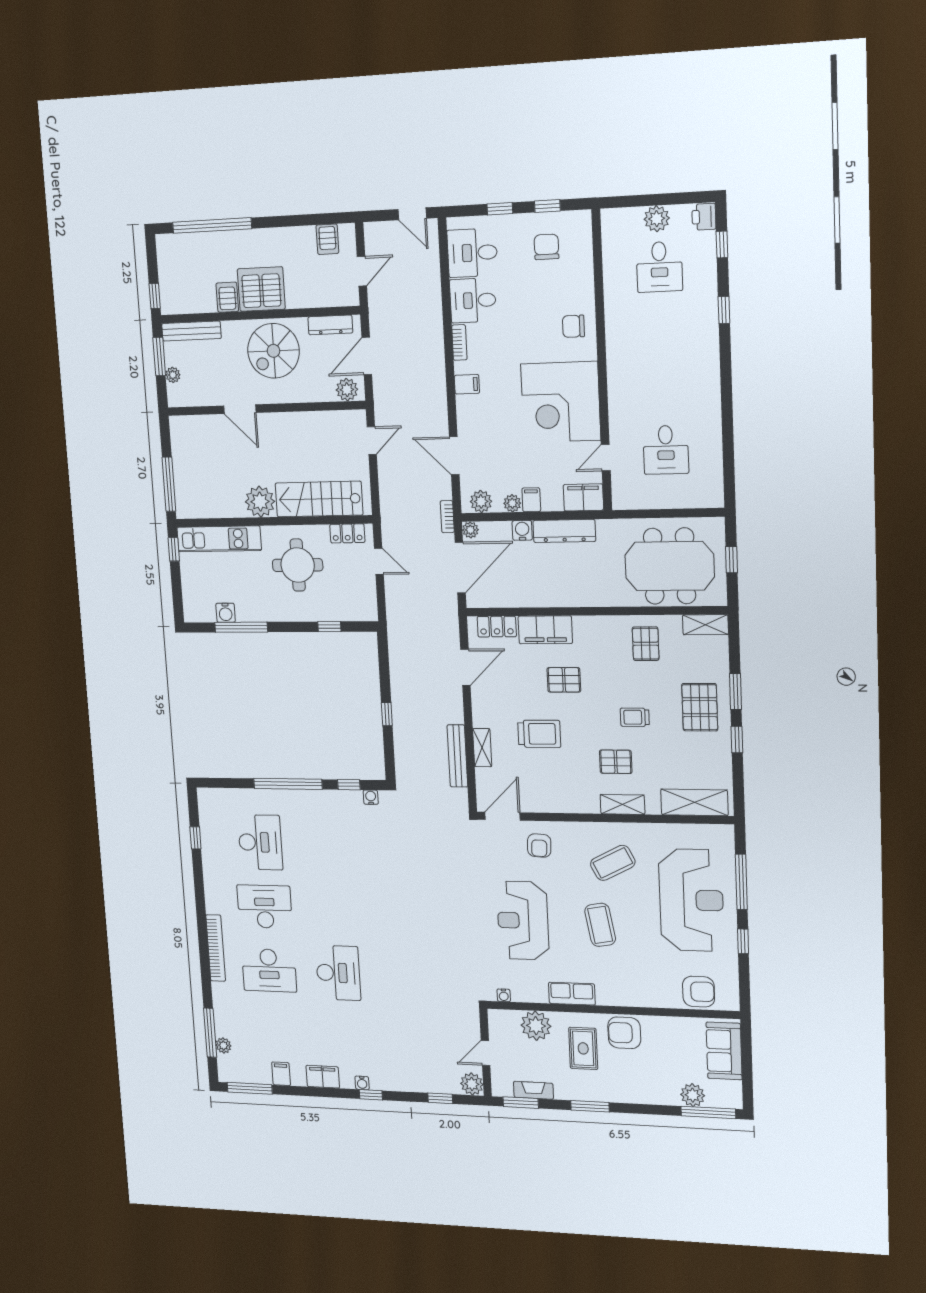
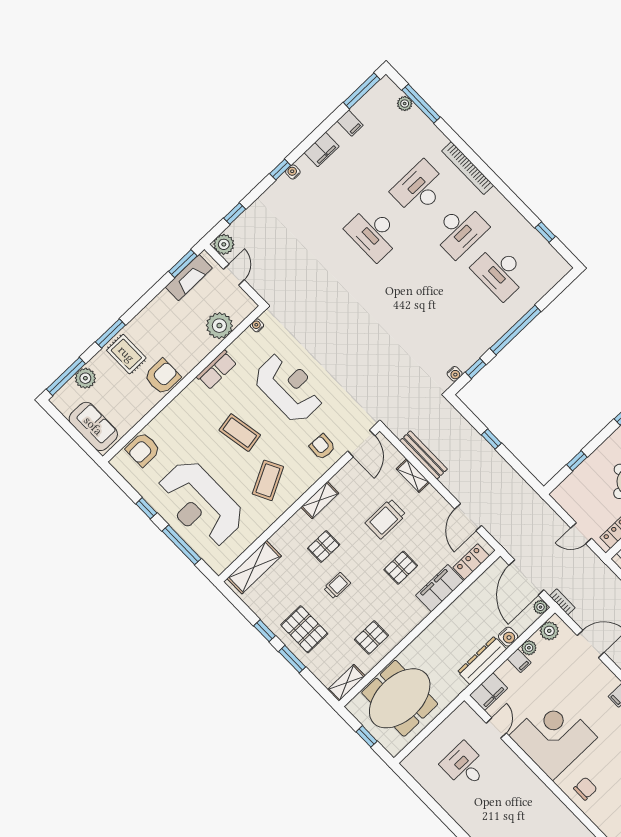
pallet: (646, 644) -> (371, 637), turned 90
shelving: (623, 804) -> (320, 500), moved
rug: (583, 1048) -> (126, 354), moved
fireplace: (533, 1090) -> (189, 278), width x1.37, depth x1.32
window: (590, 1106) -> (110, 333), moved

